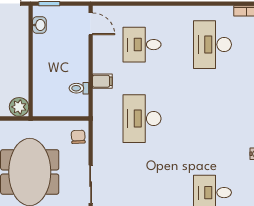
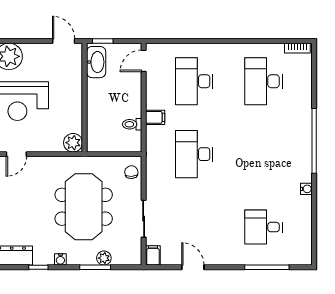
door: (91, 24) -> (144, 61), swing flipped
washbasin: (39, 25) -> (96, 62), width x1.91, depth x1.45
desk: (142, 45) -> (194, 81), width x1.37

